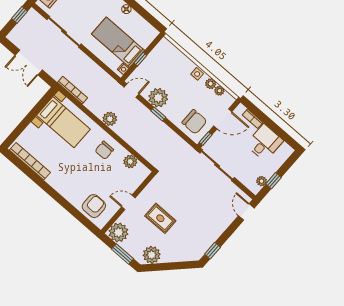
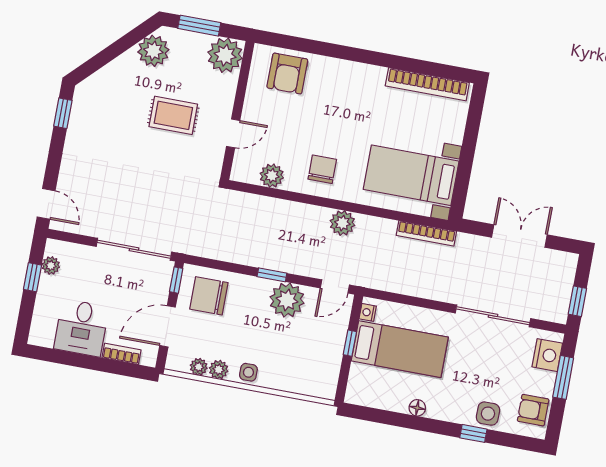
door: (128, 202) -> (233, 133), moved

